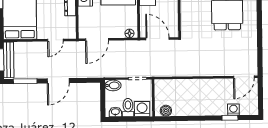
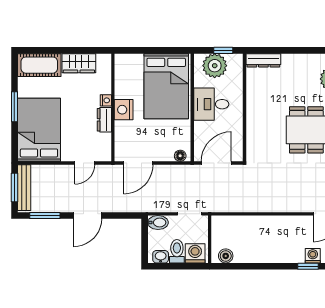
door: (158, 39) -> (216, 163), hinge flipped

